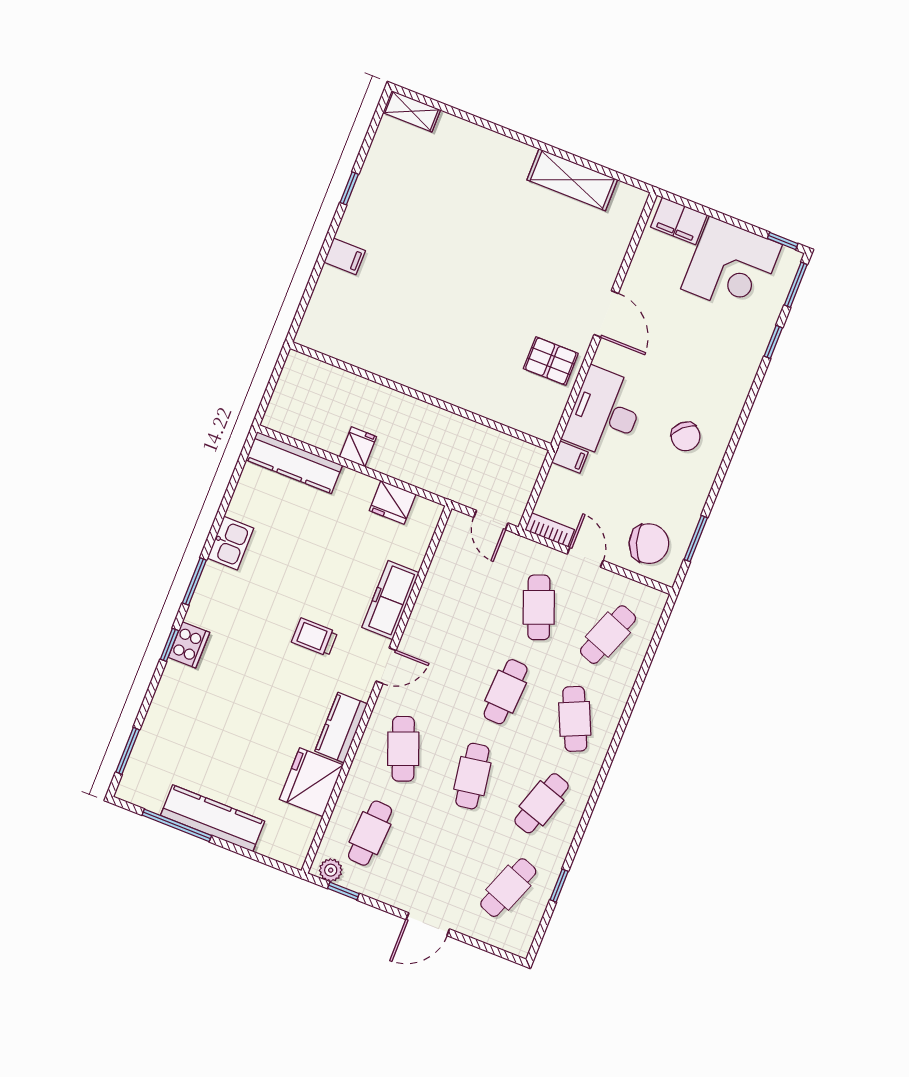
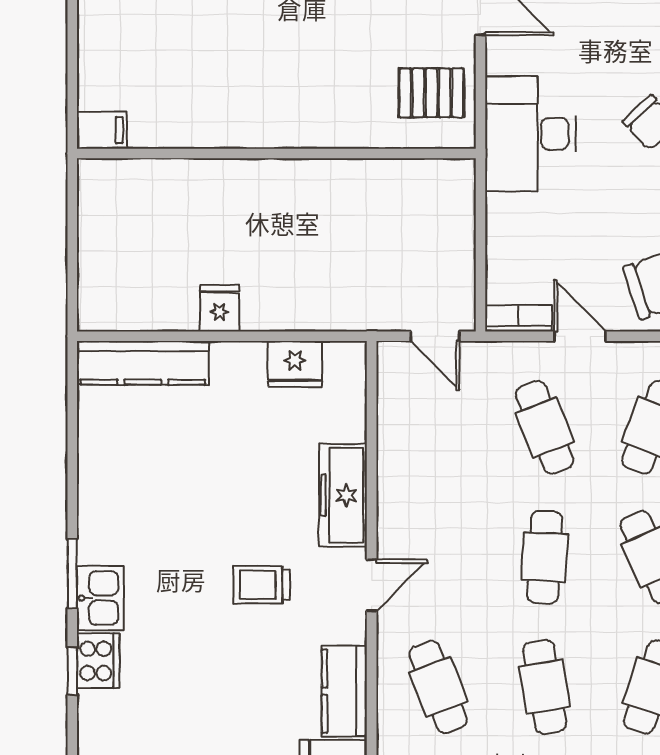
filing cabinet: (345, 256) -> (102, 130), moved
wall: (421, 396) -> (276, 153), moved
filing cabinet: (570, 457) -> (507, 211), removed
kitchen sink: (231, 543) -> (100, 598), moved

